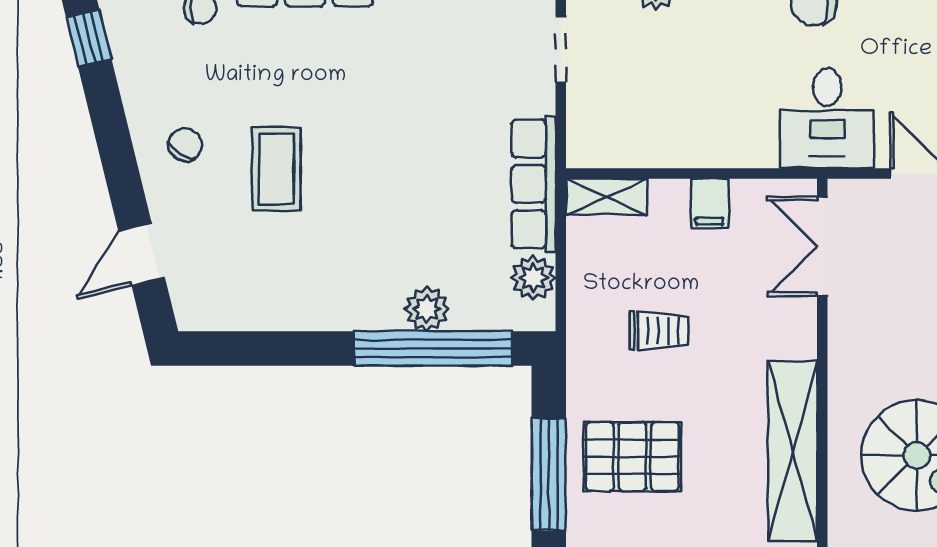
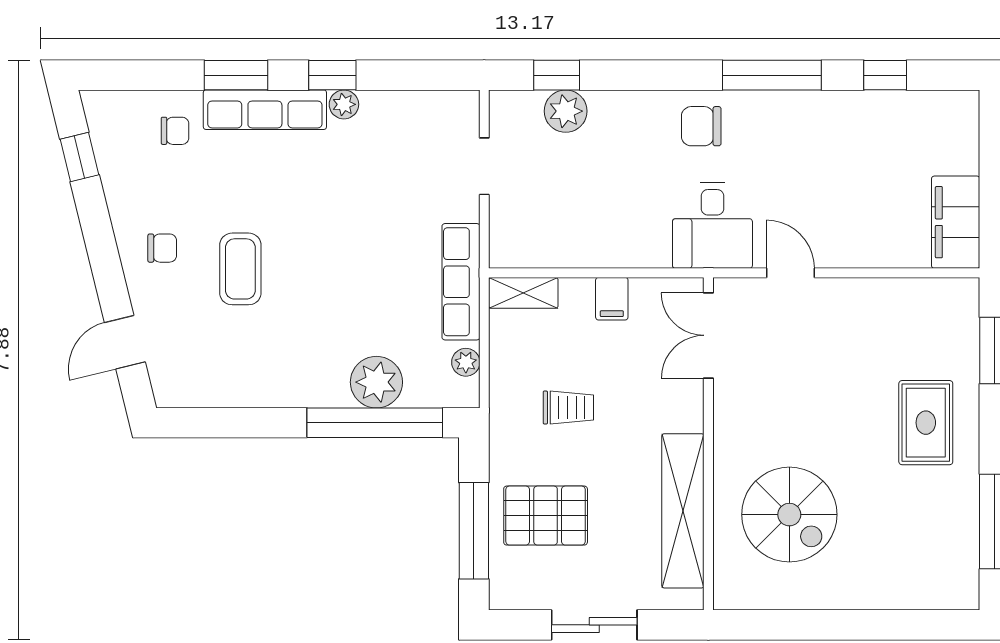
chair: (185, 145) -> (162, 248), turned 59
plant: (533, 278) -> (466, 362), width x0.73, depth x0.73
plant: (427, 309) -> (376, 382), width x1.36, depth x1.36

